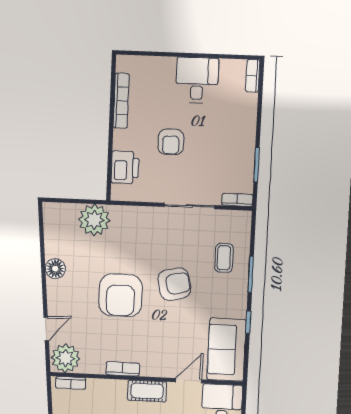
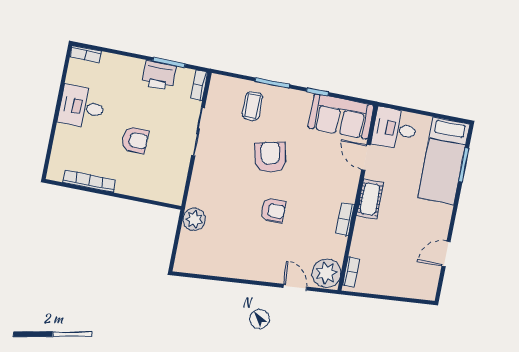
printer: (125, 167) -> (159, 75), moved, turned 180
plant: (94, 220) -> (194, 219), width x0.73, depth x0.73
coffee table: (224, 258) -> (252, 106), turned 90
floor lamp: (55, 269) -> (238, 269), removed
armchair: (121, 295) -> (273, 210), width x0.53, depth x0.53

